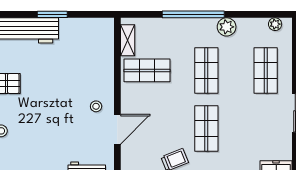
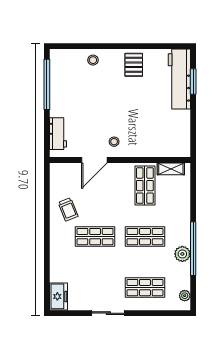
window: (52, 14) -> (193, 81), moved
window: (193, 14) -> (193, 249), moved
door: (117, 129) -> (94, 160), hinge flipped

